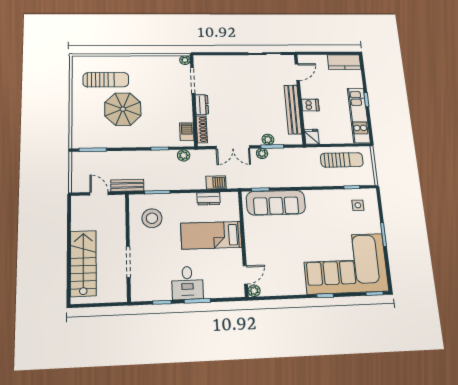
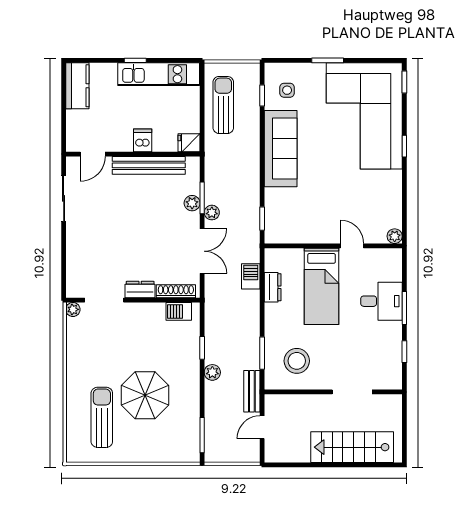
door: (297, 72) -> (93, 154), swing flipped
plant: (184, 155) -> (212, 372), moved
sofa: (276, 203) -> (281, 149), moved
door: (245, 275) -> (352, 246), moved
desk: (187, 283) -> (381, 301), moved

